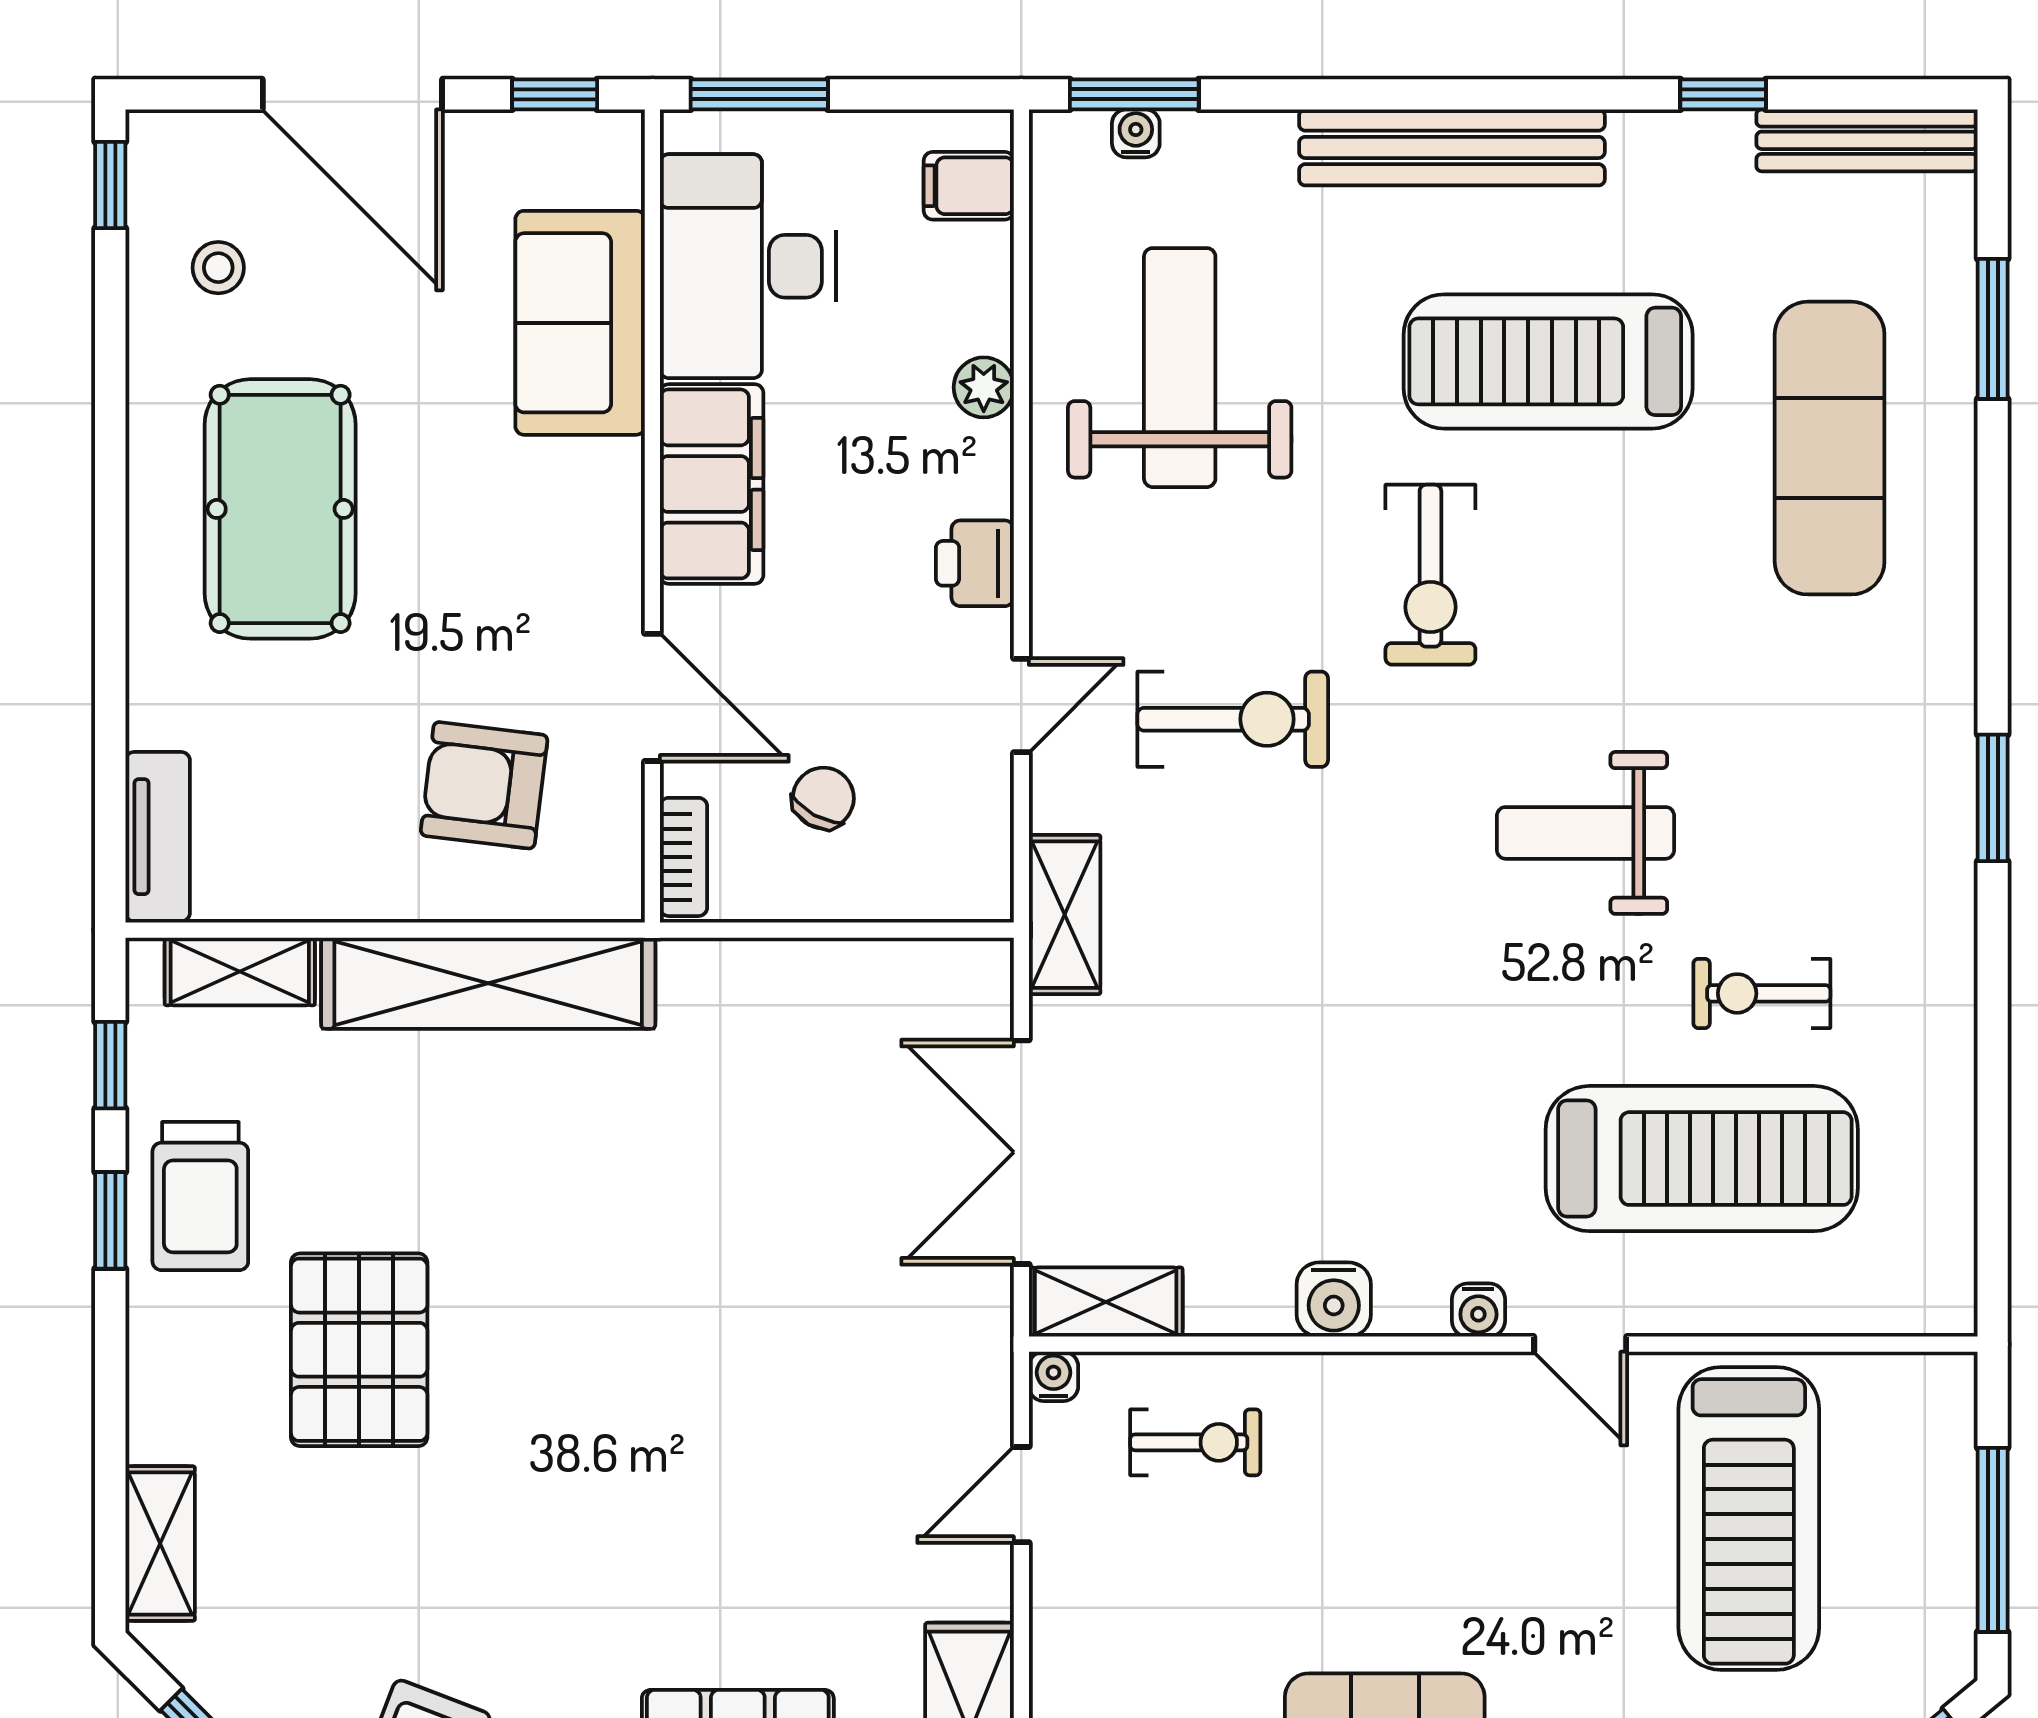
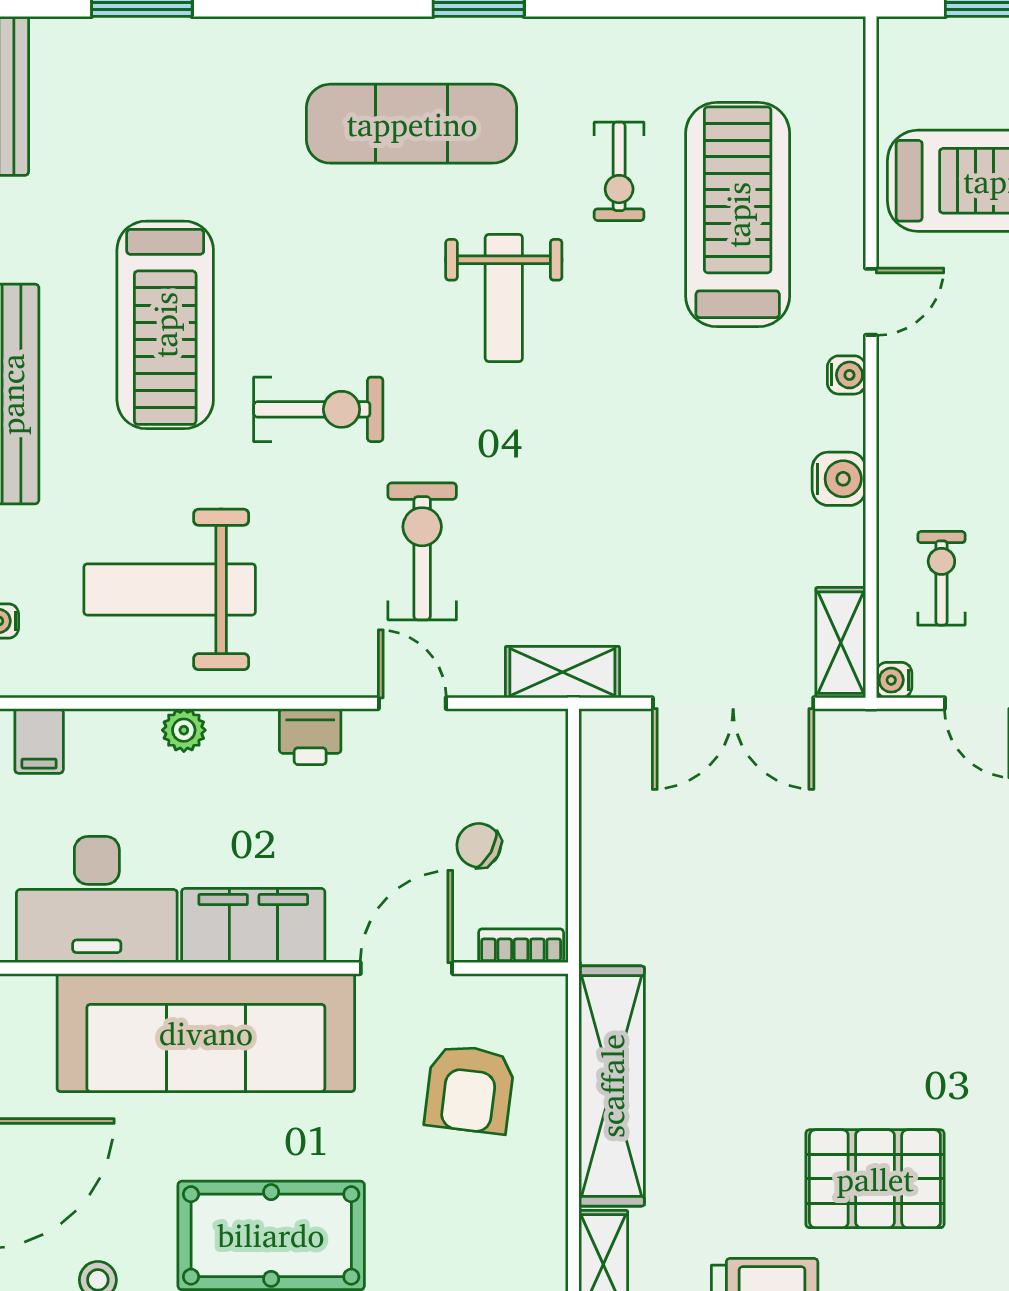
sofa: (580, 323) -> (206, 1033), width x1.85, depth x1.27
exercise mat: (1830, 448) -> (412, 124), moved

